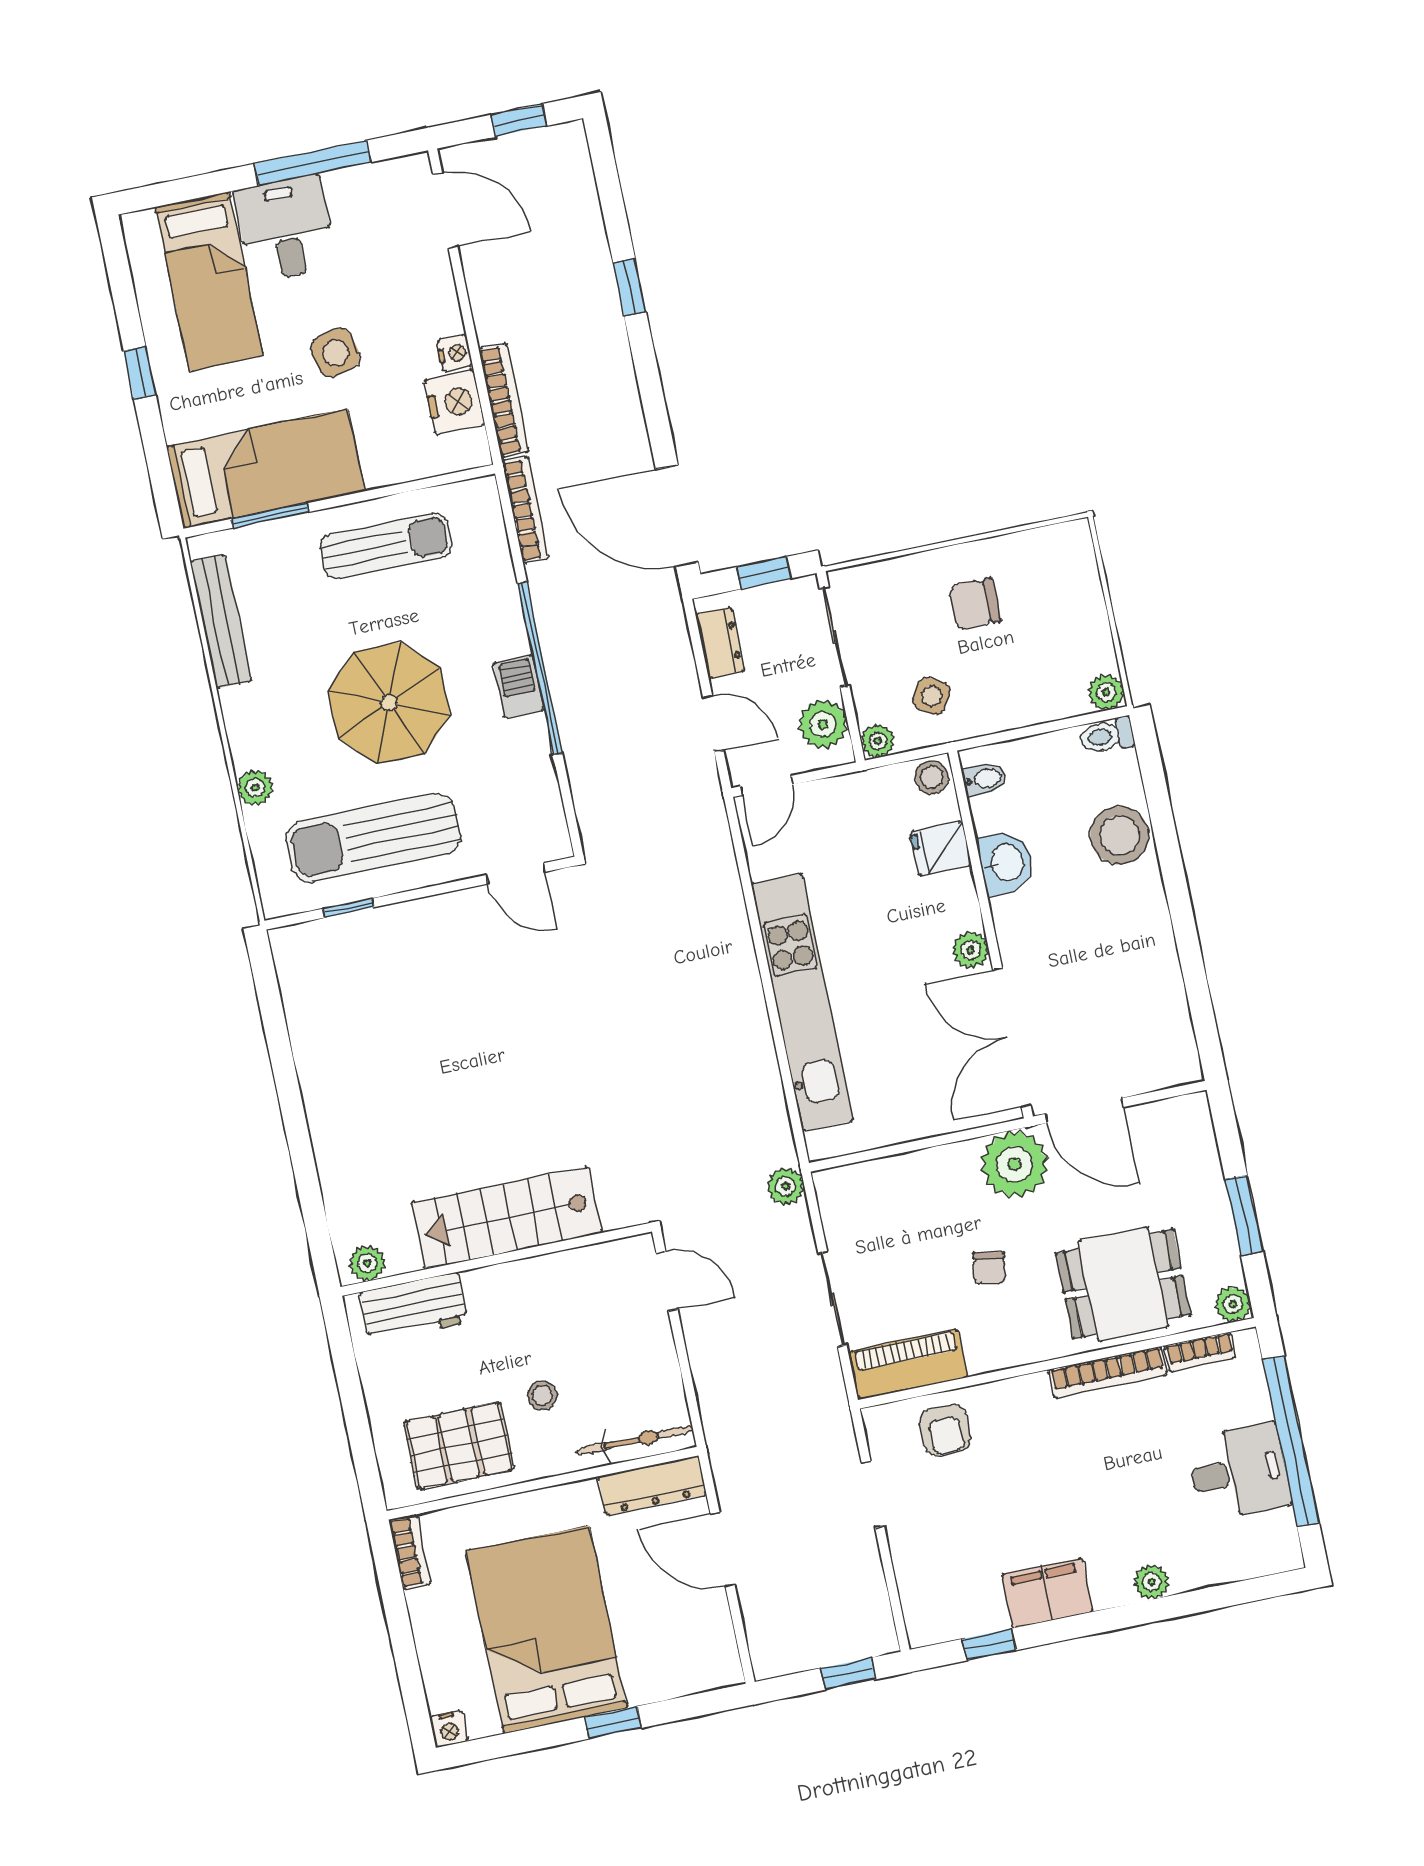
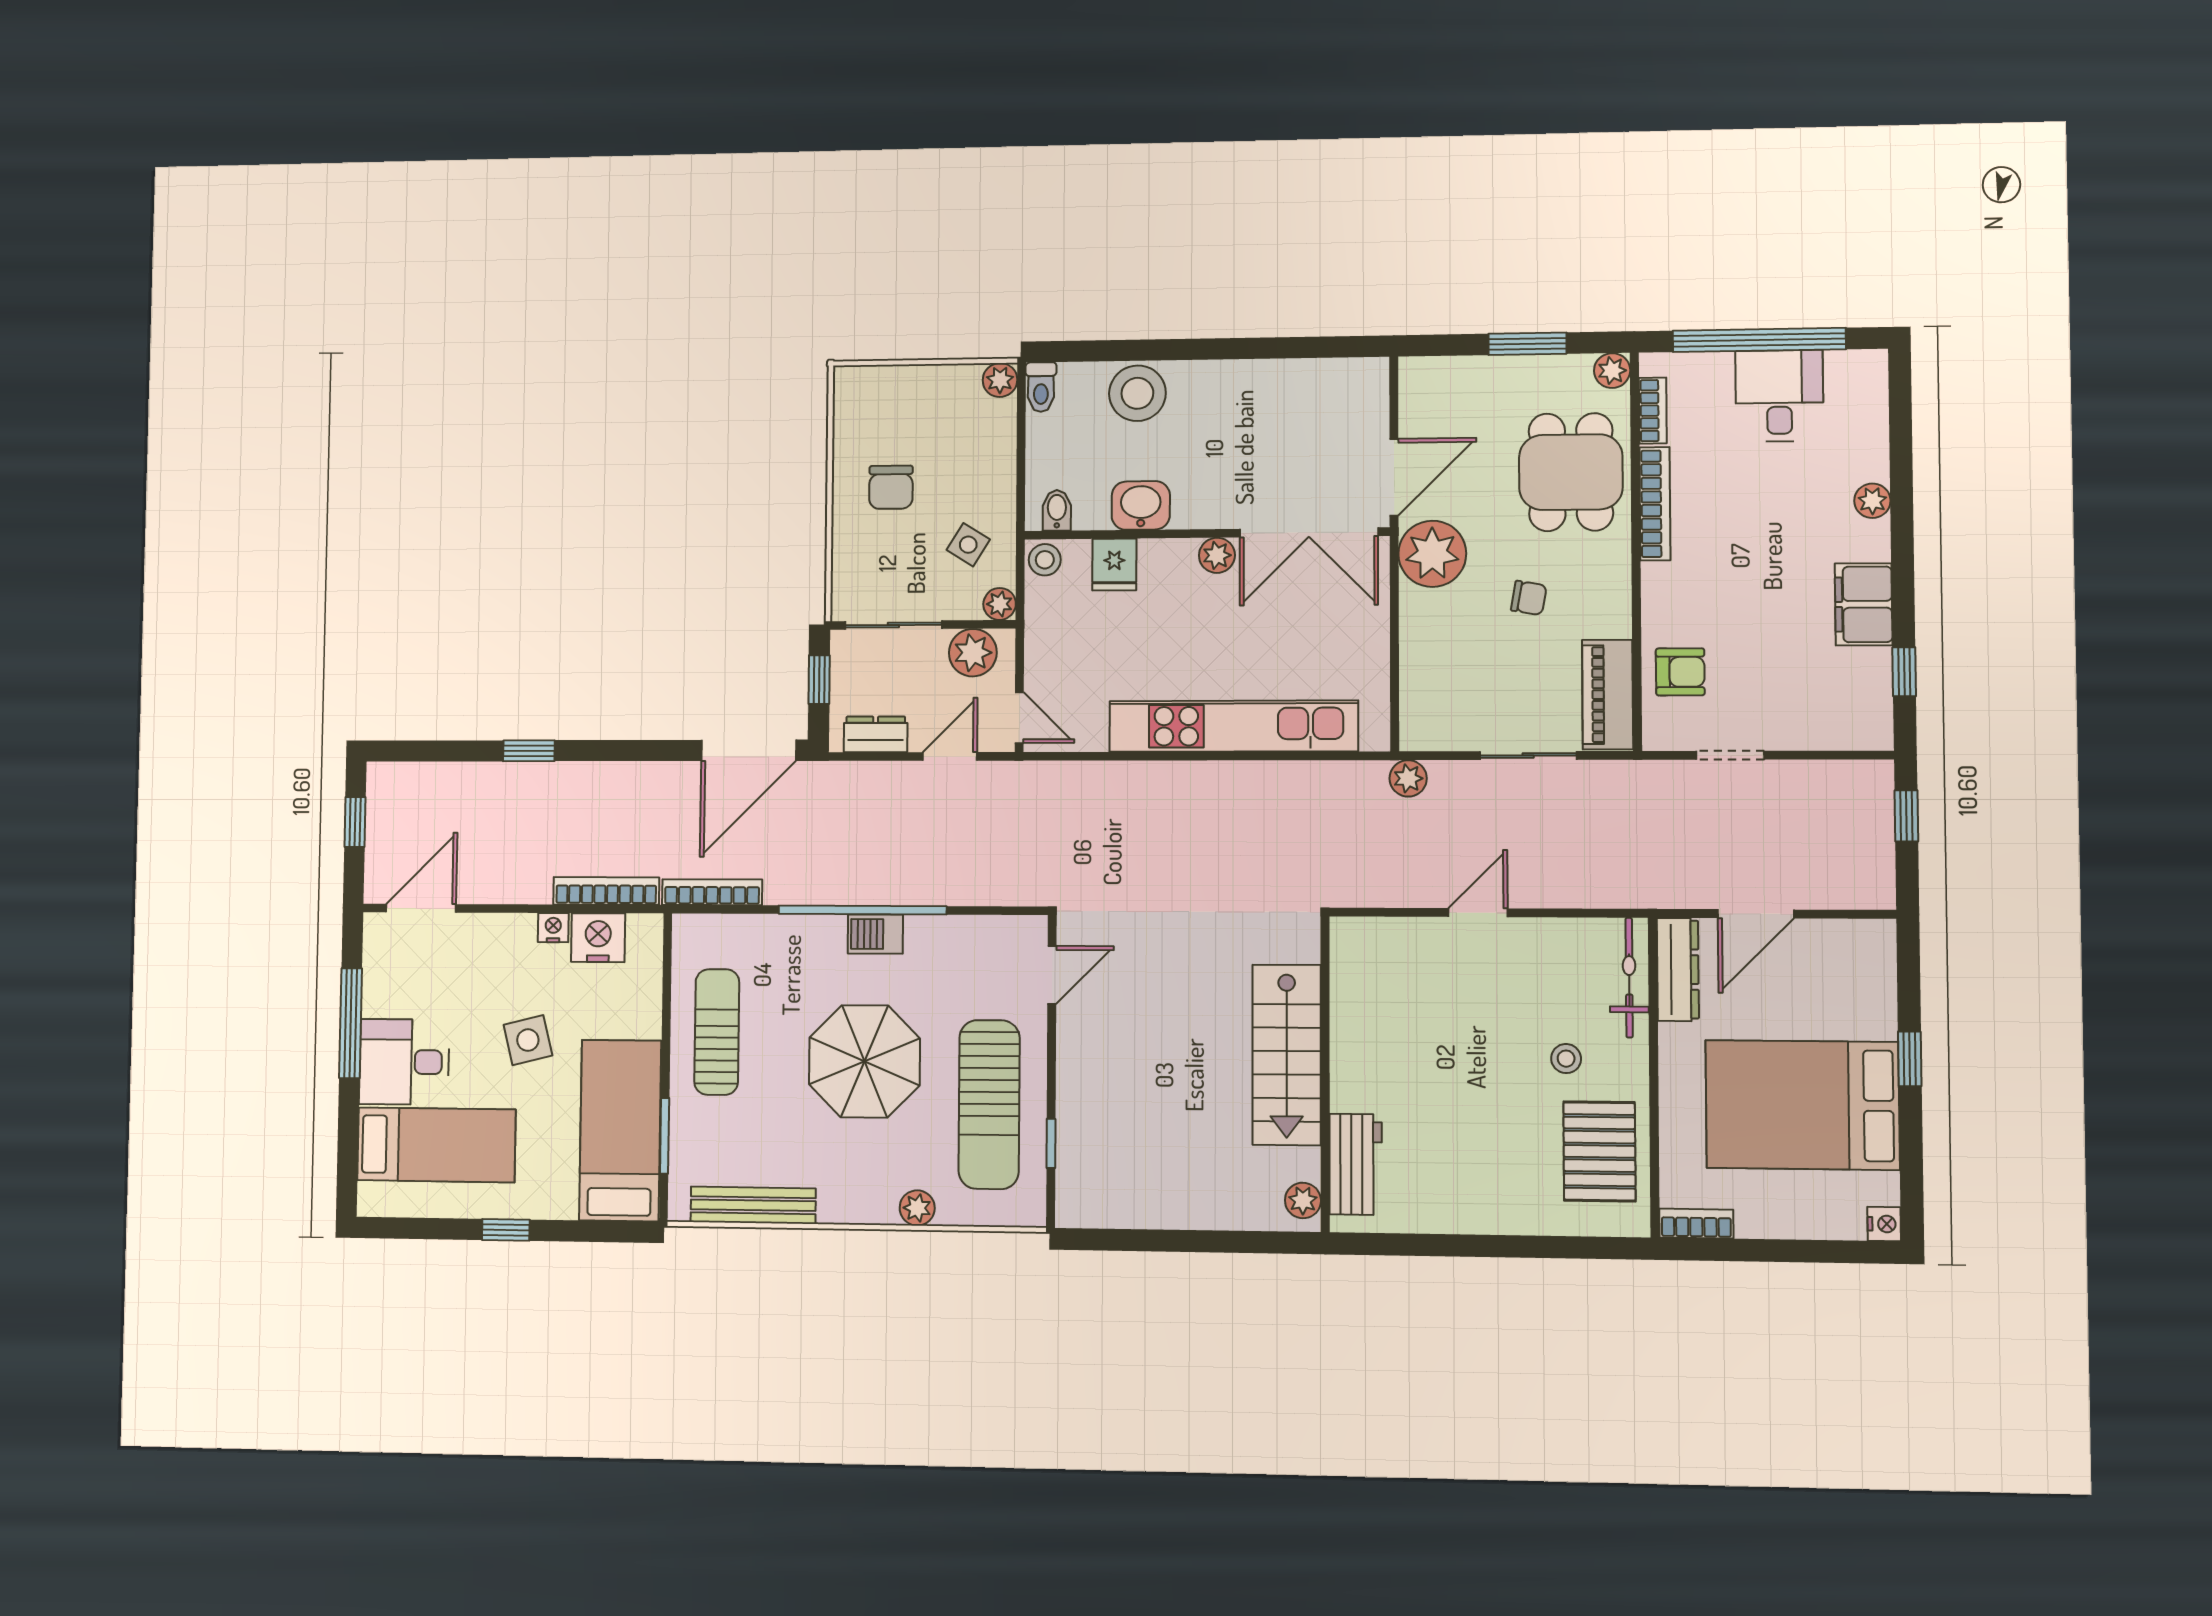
stairs: (507, 1218) -> (1287, 1055), moved
wall: (496, 1259) -> (1325, 1074), moved
plant: (367, 1263) -> (1303, 1200), moved
workbench: (414, 1307) -> (1356, 1164), moved

